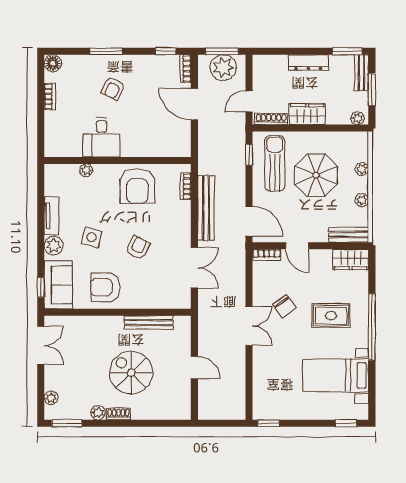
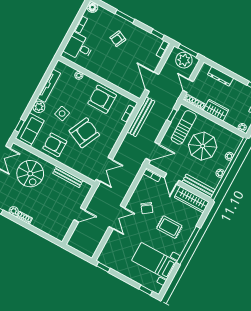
dresser: (308, 62) -> (221, 76), moved
door: (249, 101) -> (188, 86), hinge flipped
door: (194, 104) -> (152, 82), moved
desk: (101, 137) -> (79, 47), moved, turned 90
armchair: (137, 186) -> (102, 99), turned 90
bench: (206, 208) -> (141, 117), moved
tv unit: (52, 216) -> (49, 86), width x1.41
door: (249, 221) -> (153, 151), hinge flipped
bench: (349, 235) -> (199, 186), width x1.36
armchair: (138, 248) -> (84, 133), width x1.88, depth x1.88
wardrobe: (351, 259) -> (192, 200), width x1.50
double door: (194, 268) -> (104, 169), moved
double door: (249, 326) -> (117, 217), moved
door: (194, 368) -> (79, 215), hinge flipped
spiral stairs: (131, 373) -> (30, 174), moved, turned 180

